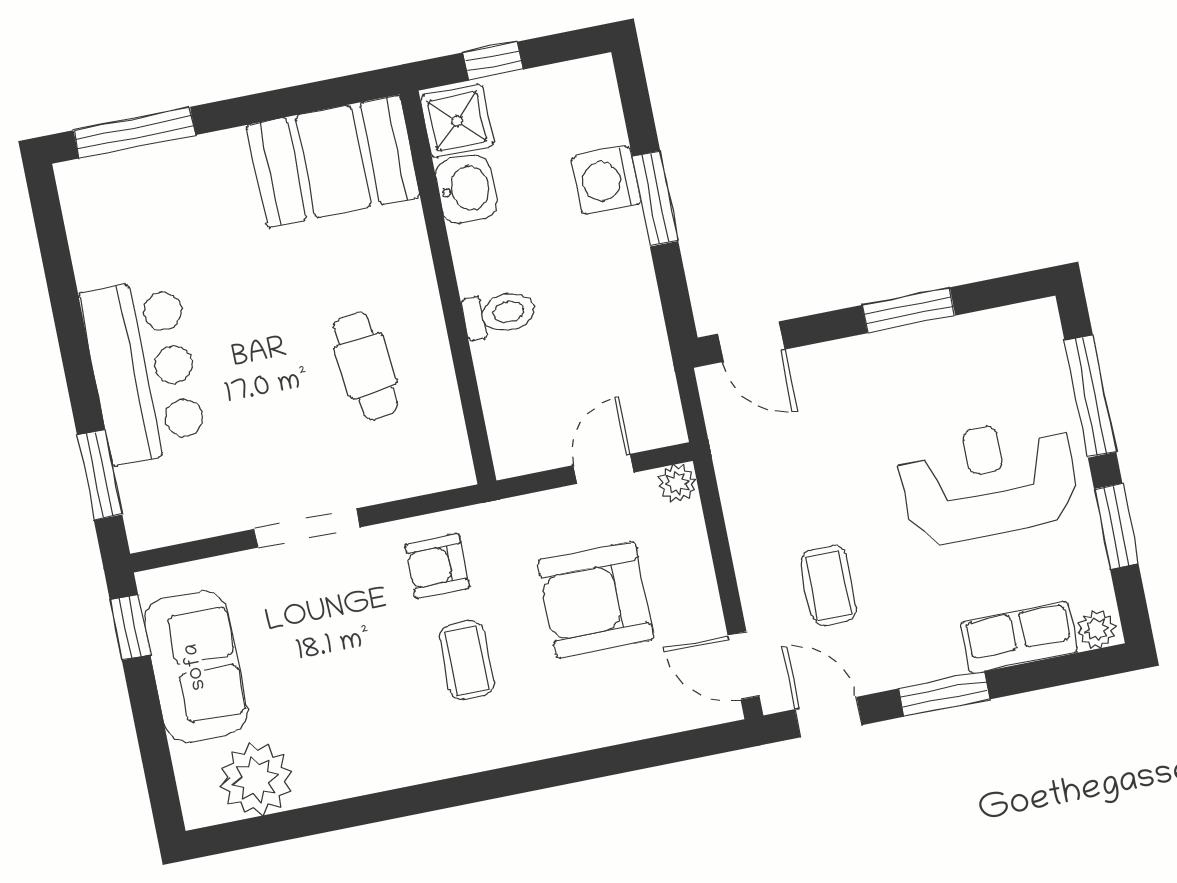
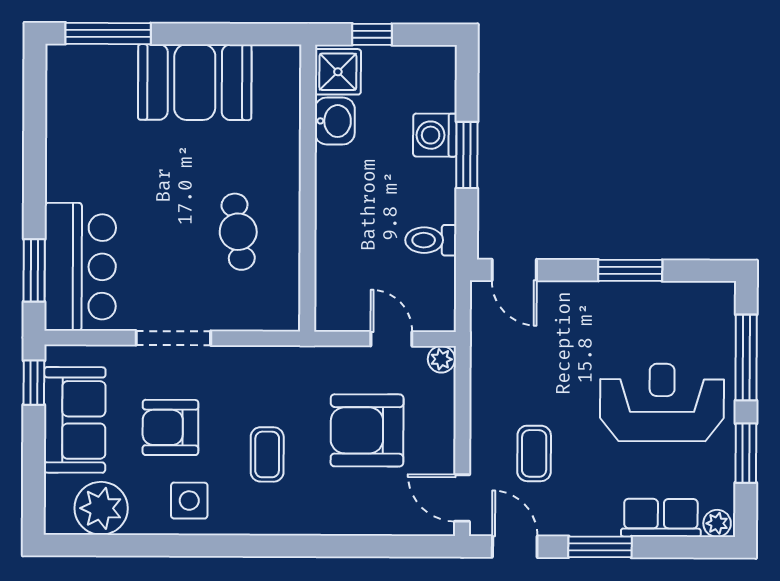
booth: (333, 161) -> (195, 82), moved
toilet: (499, 314) -> (431, 240), moved, turned 180
bar counter: (144, 371) -> (80, 267), moved
door: (603, 469) -> (391, 339), hinge flipped
armchair: (437, 566) -> (170, 427), moved, width x1.38, depth x1.38
side table: (374, 744) -> (189, 501), added

